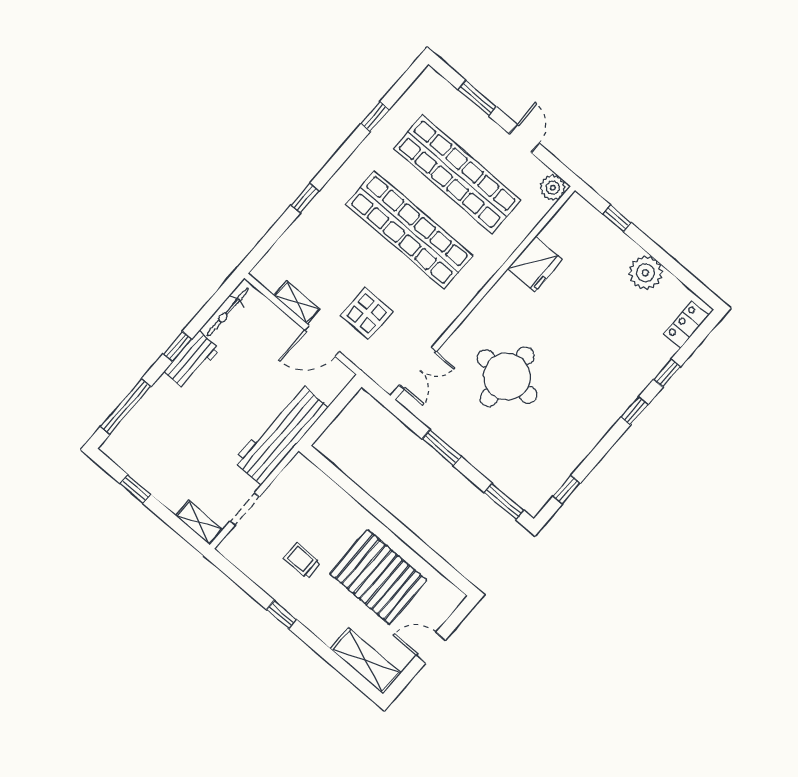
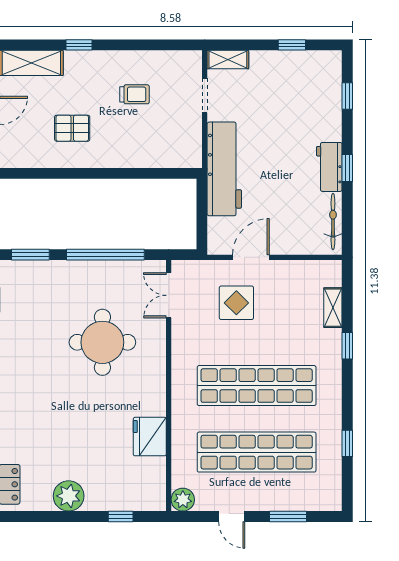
shelving: (297, 302) -> (333, 308), moved, turned 90
window: (126, 407) -> (347, 96), width x0.46
window: (442, 448) -> (105, 255), width x2.11
pallet: (378, 577) -> (72, 128), width x0.49, depth x0.50
window: (281, 614) -> (79, 45), moved

